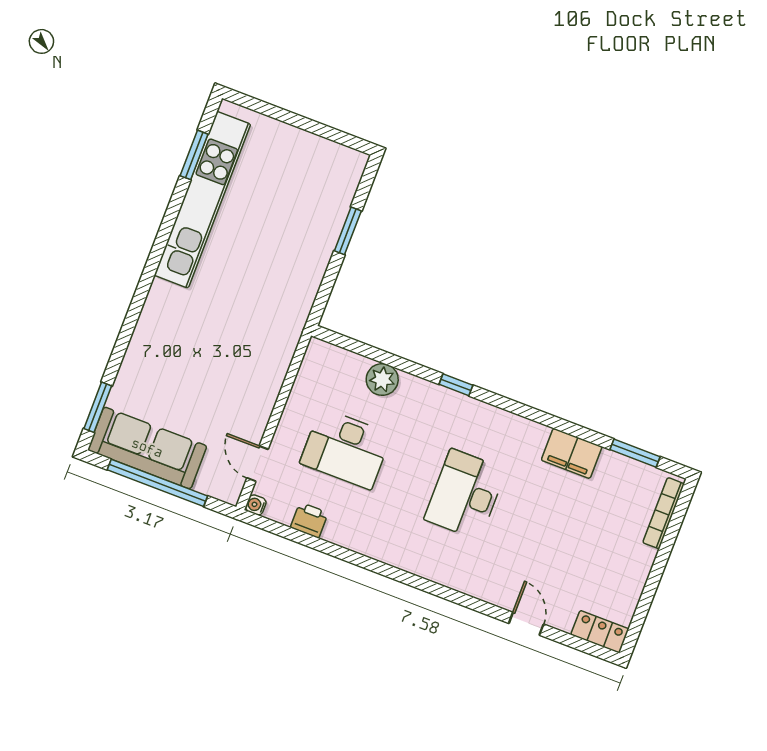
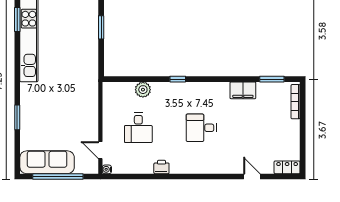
window: (98, 407) -> (17, 117), moved
desk: (346, 449) -> (138, 128), width x0.73
desk: (465, 494) -> (201, 128), width x0.73
printer: (309, 520) -> (161, 167), moved

